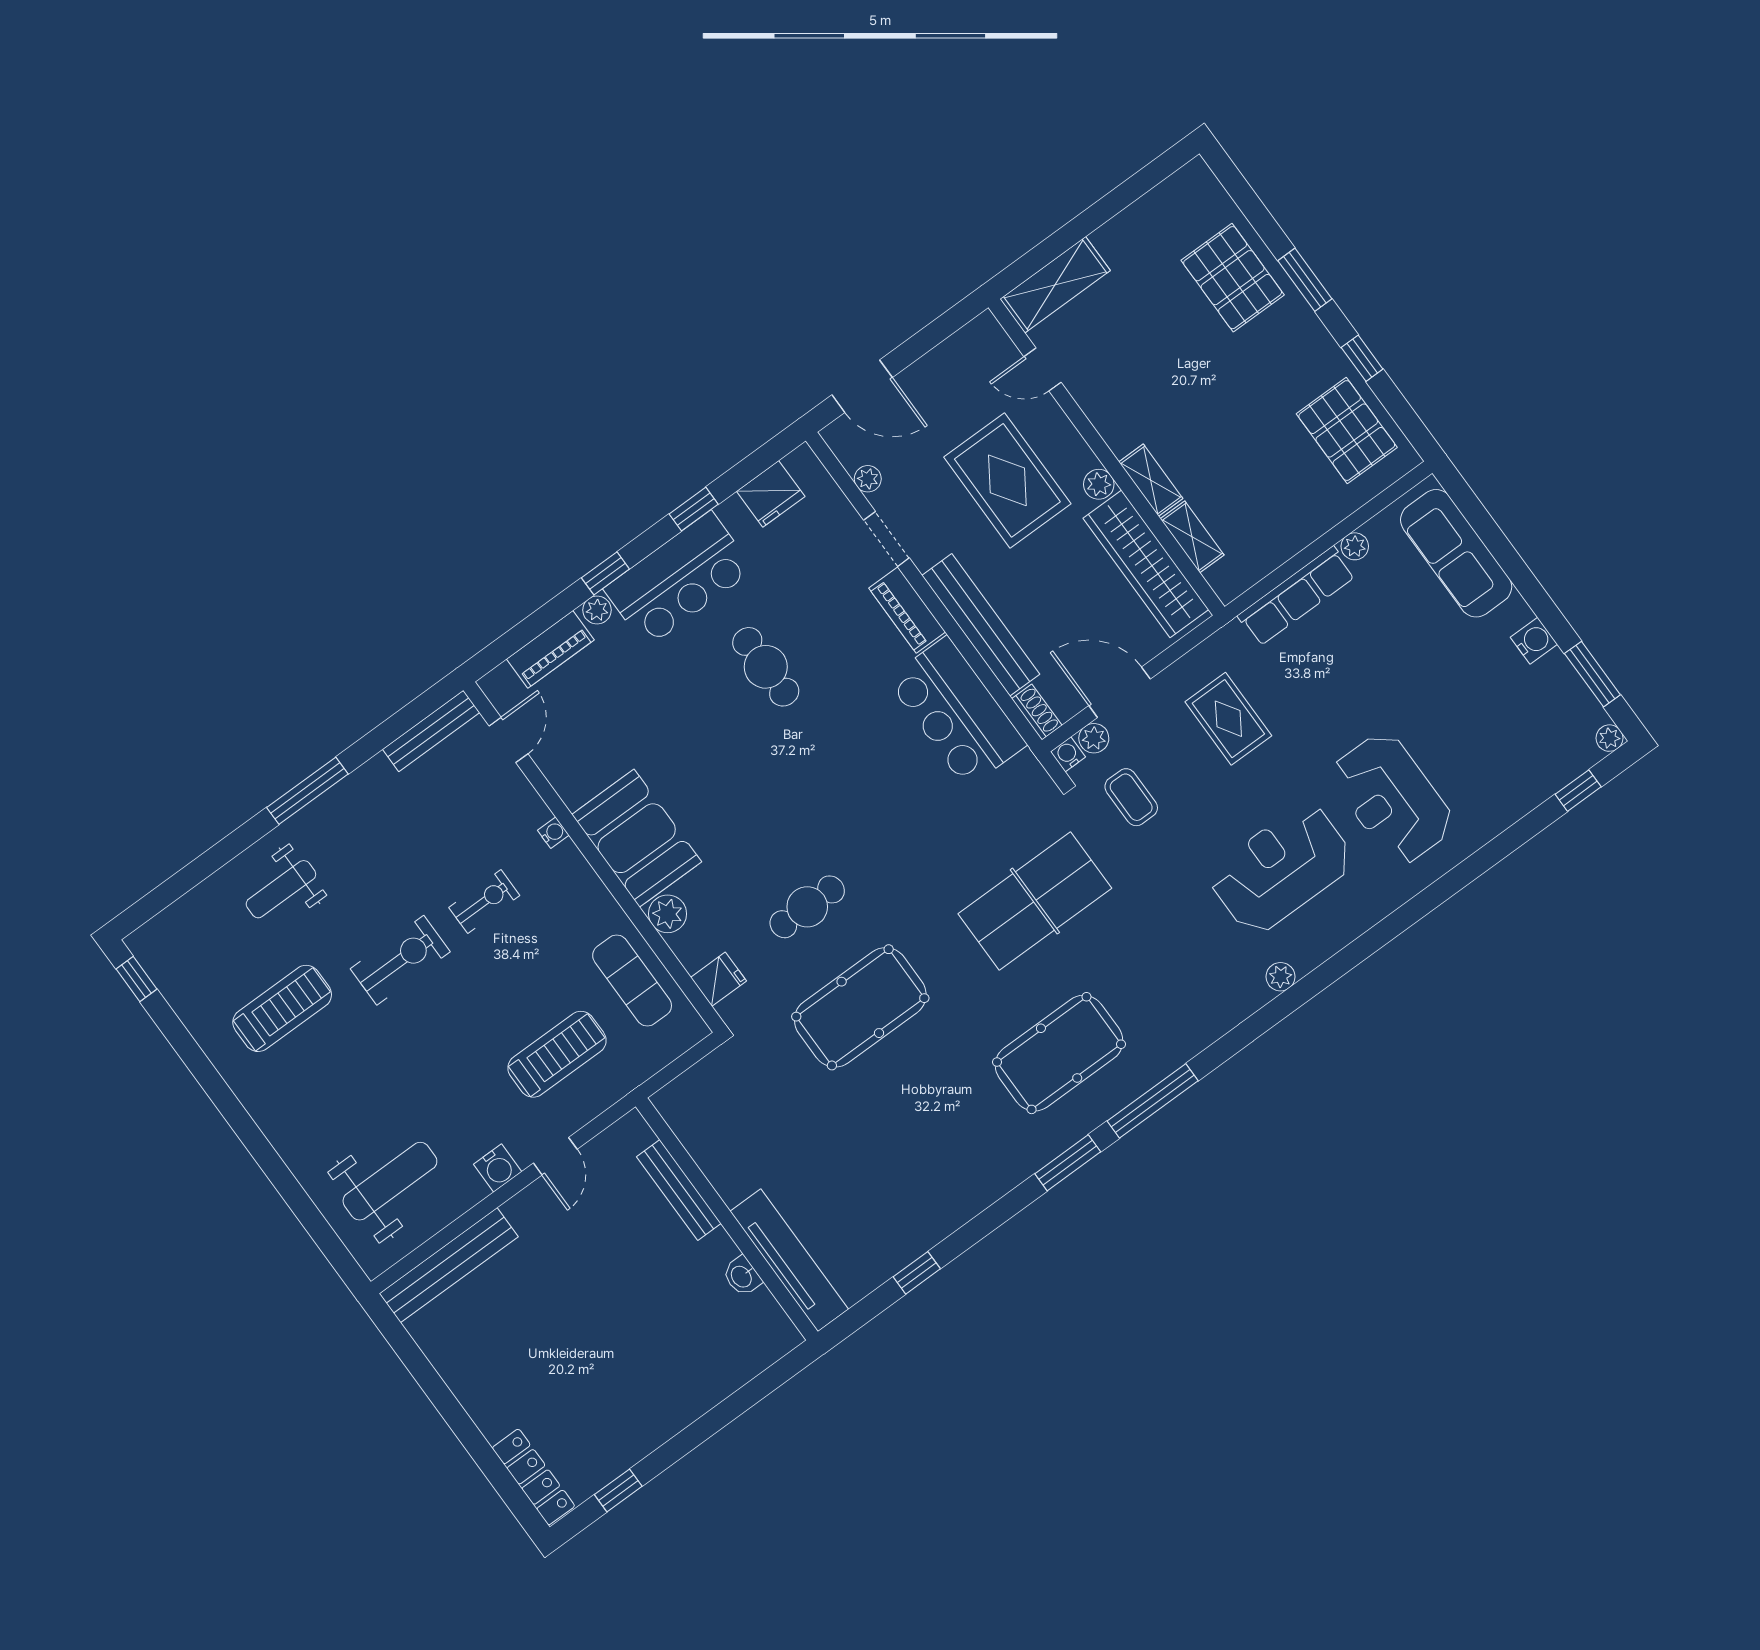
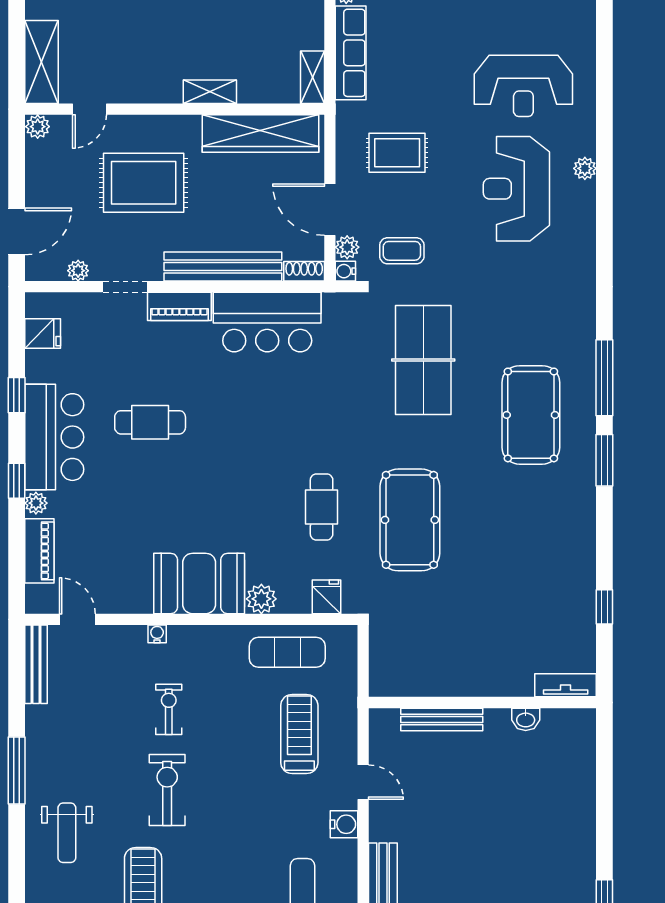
plant: (1099, 484) -> (38, 127), moved
fridge: (771, 494) -> (43, 333), width x0.72
shelving: (1192, 537) -> (313, 77), moved, turned 90
door: (1120, 692) -> (330, 210), hinge flipped
plant: (1281, 977) -> (585, 168), moved
tv unit: (789, 1260) -> (566, 685), width x0.52, depth x0.78

